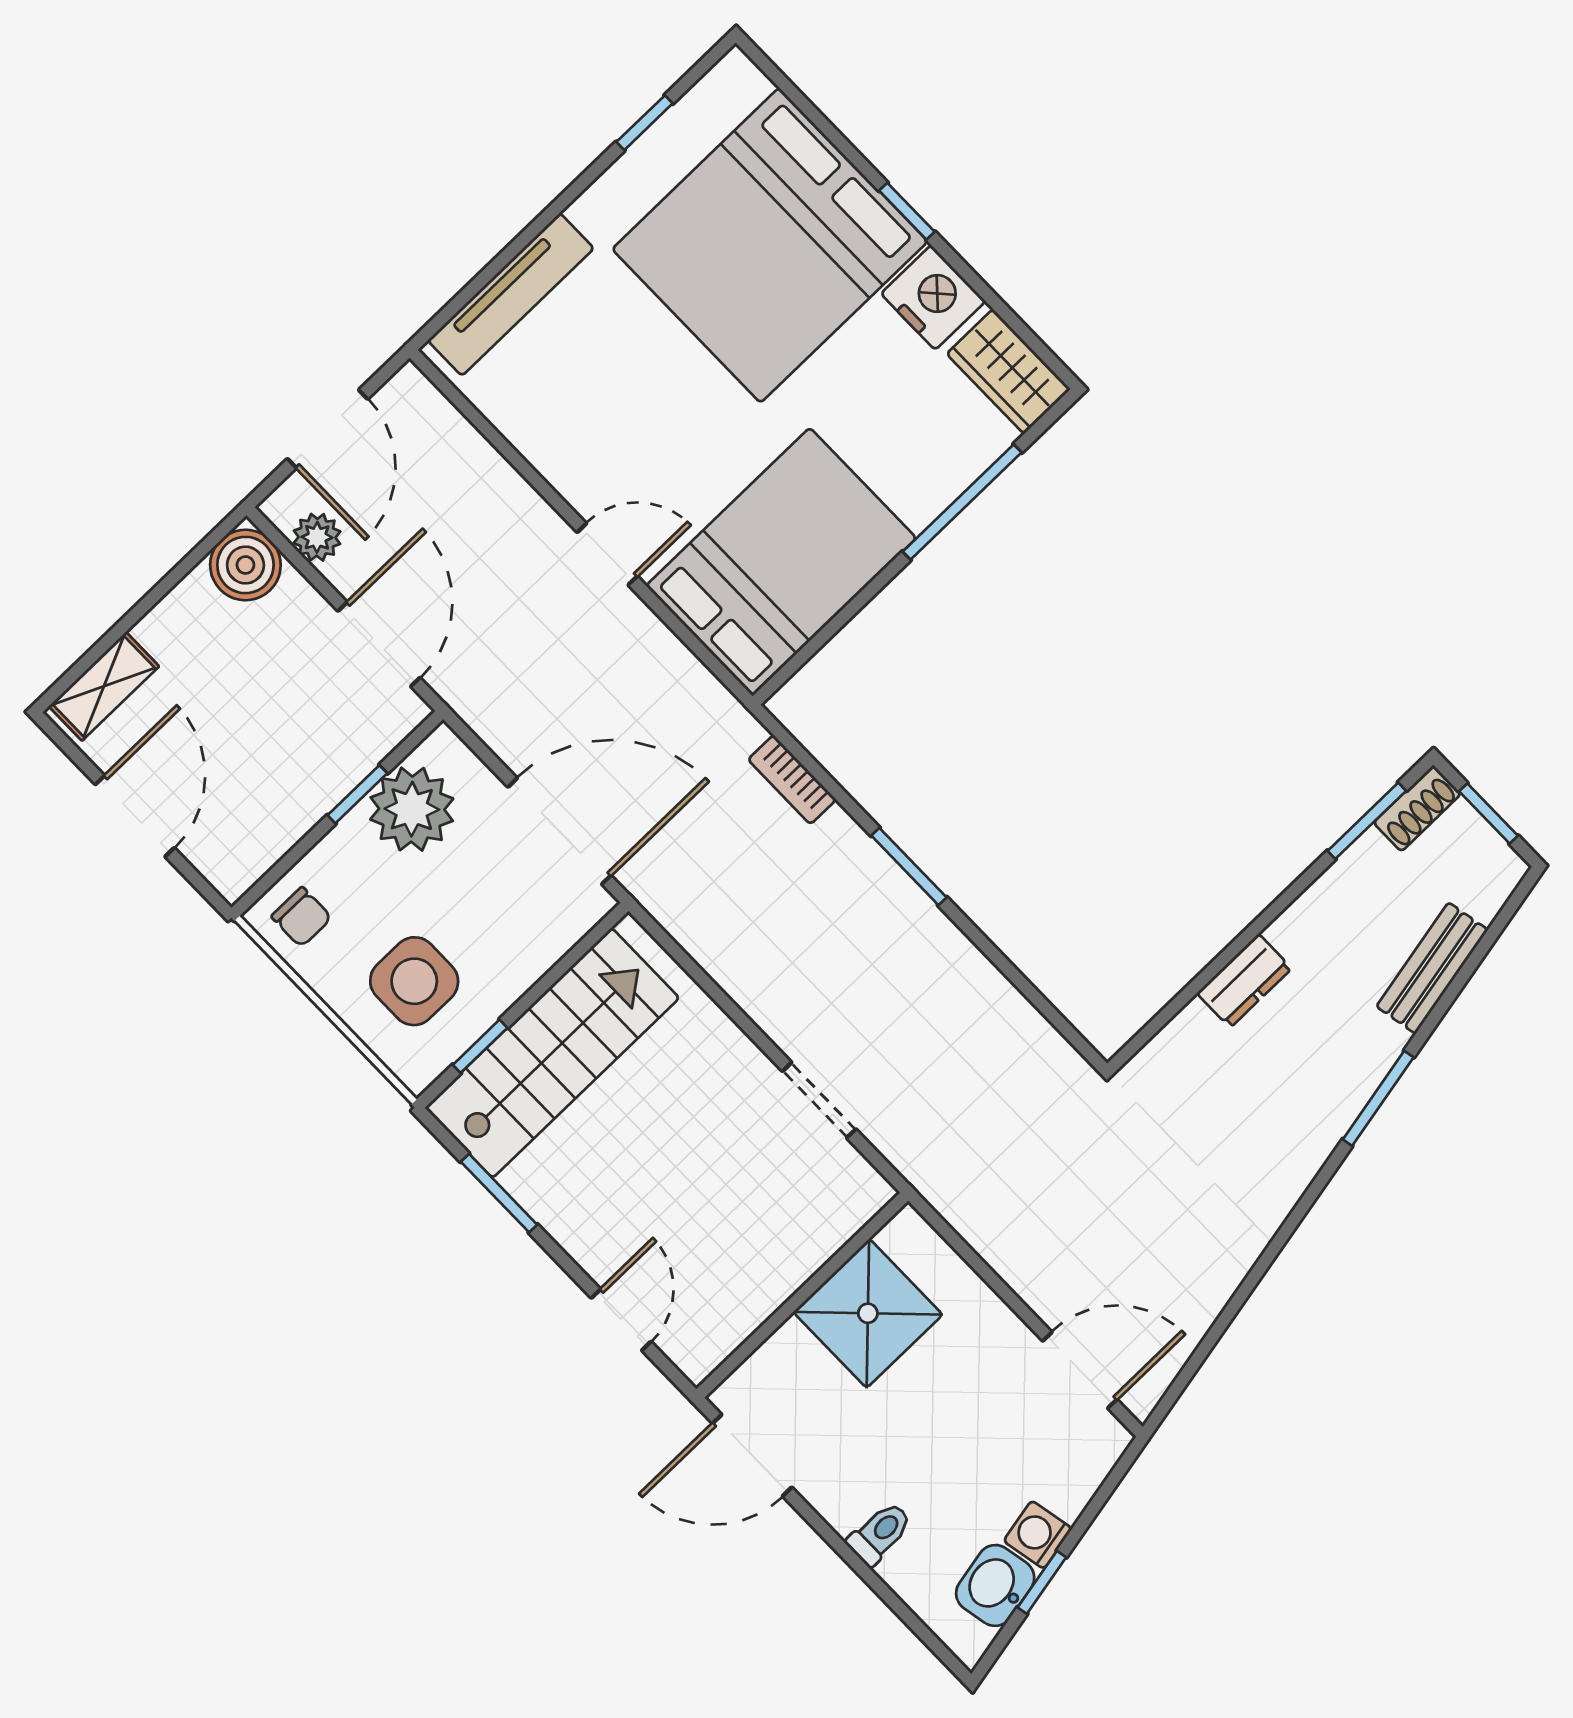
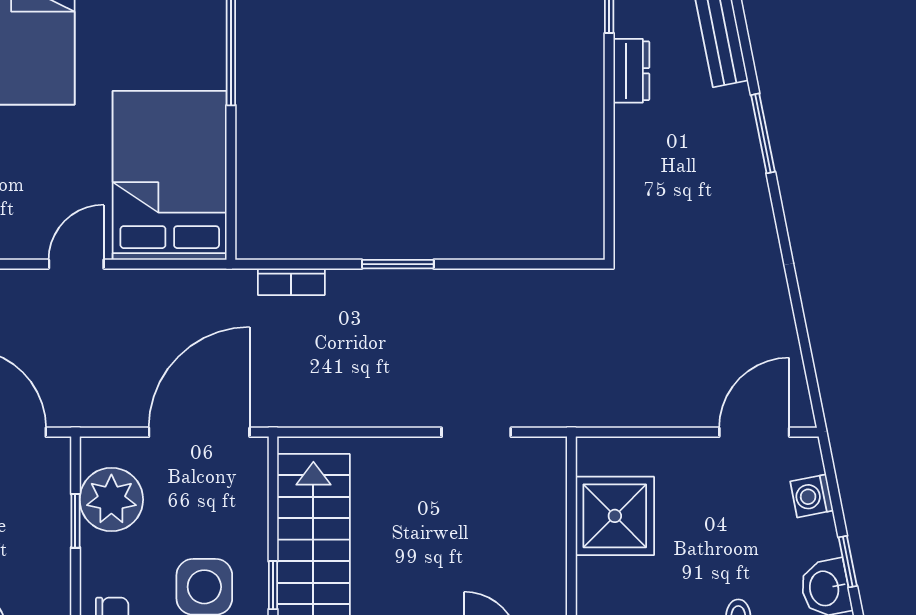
dresser: (1244, 981) -> (631, 71), moved
washing machine: (1038, 1535) -> (812, 496), moved

